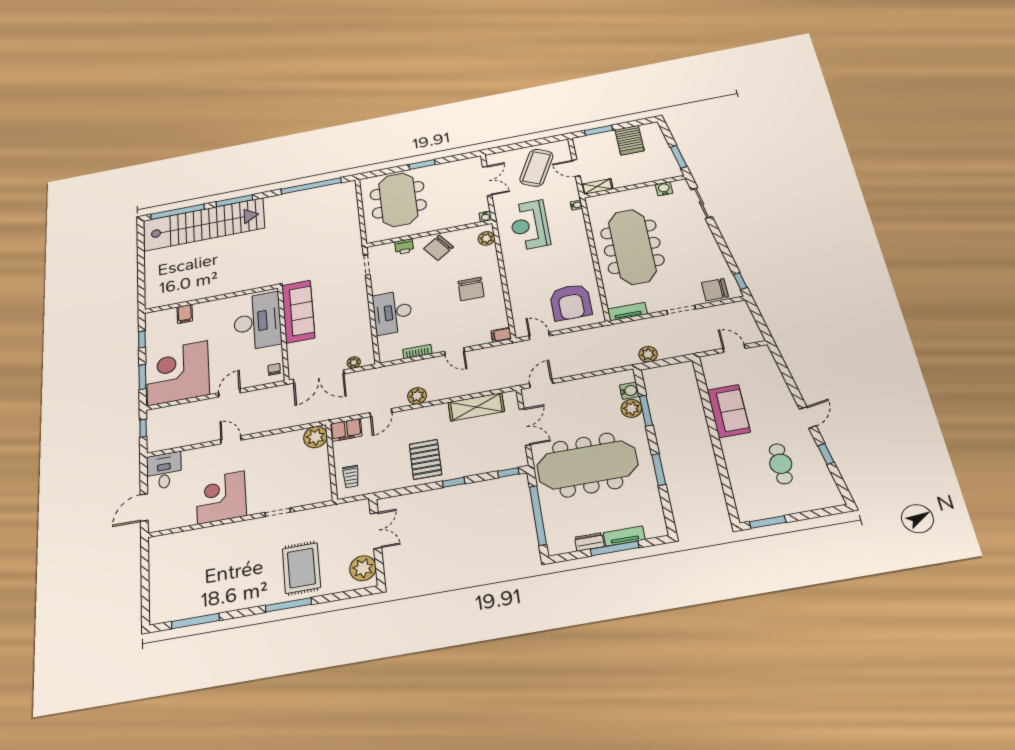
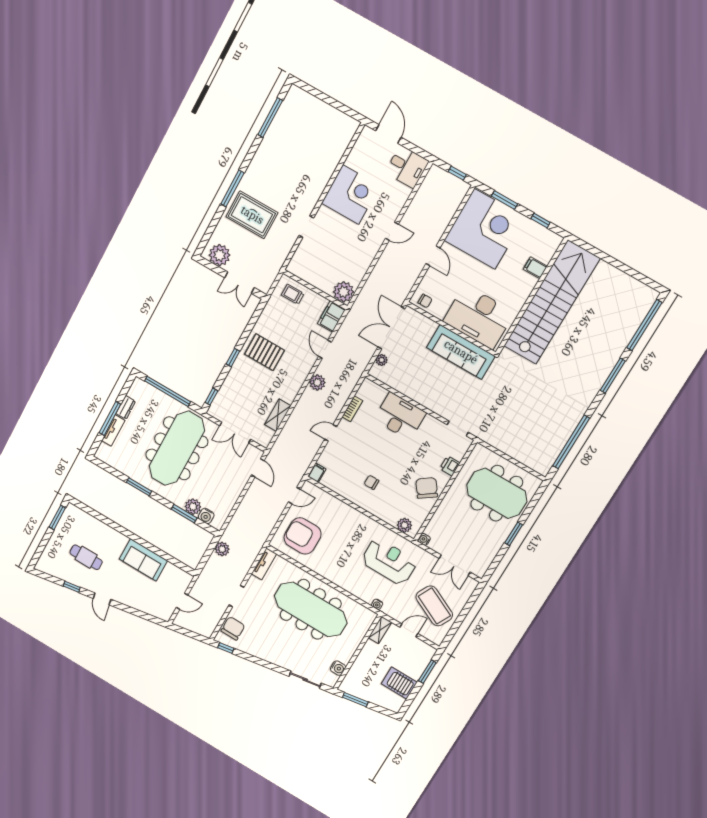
stairs: (204, 224) -> (552, 302), moved, turned 180
chair: (471, 289) -> (371, 482), width x0.54, depth x0.54
shelving: (476, 407) -> (278, 415), width x0.67, depth x0.75

